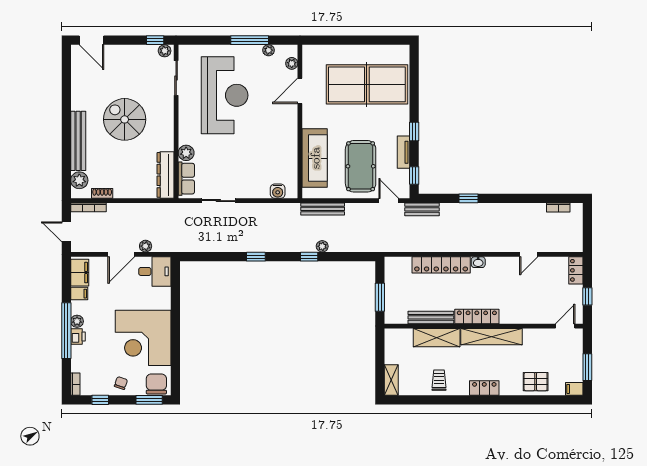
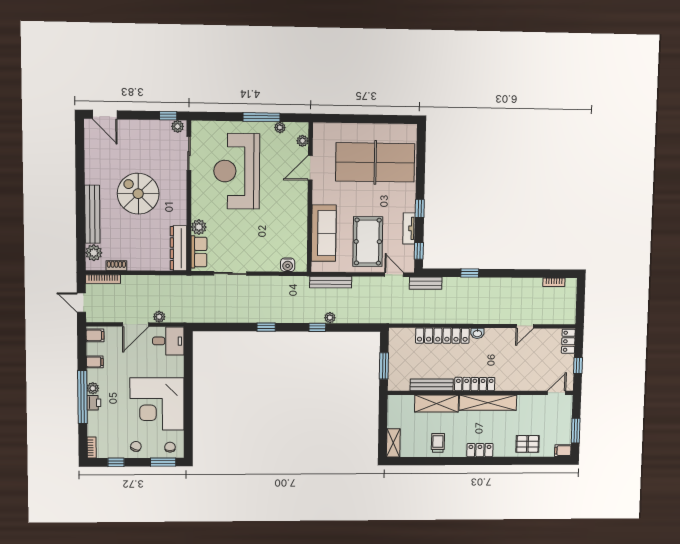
reception desk: (225, 95) -> (237, 171), turned 180
filing cabinet: (80, 273) -> (95, 335), width x0.50
chair: (156, 384) -> (170, 447), width x0.54, depth x0.54

